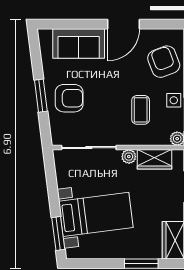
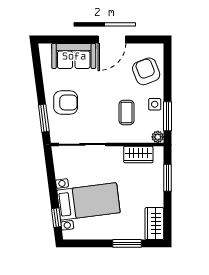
window: (41, 96) -> (44, 118), moved
plant: (129, 157) -> (116, 152), removed
window: (58, 233) -> (56, 218), width x0.67

